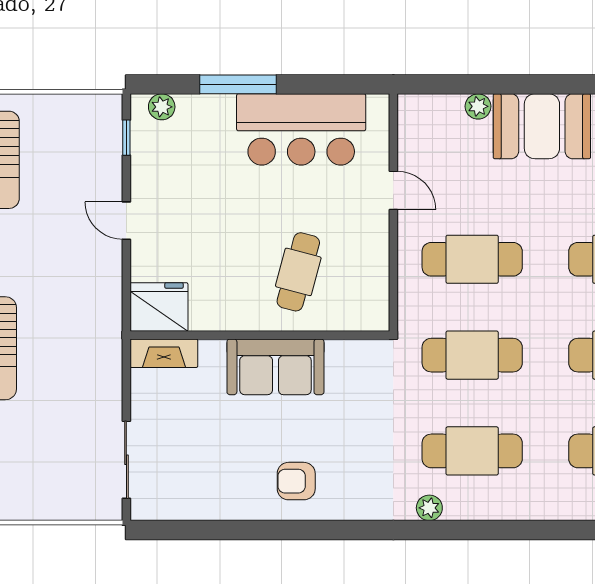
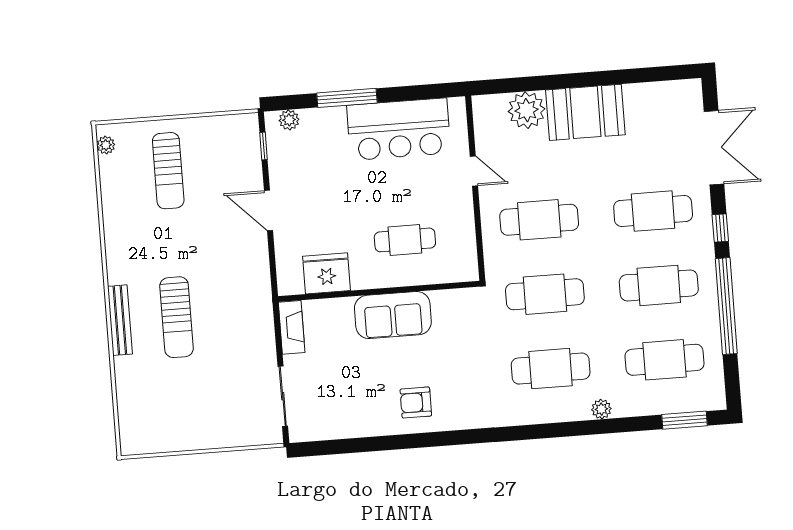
plant: (478, 106) -> (527, 110), width x1.87, depth x1.87
door: (126, 221) -> (268, 210), width x1.38
cafe table: (298, 272) -> (405, 240), turned 75
fridge: (159, 307) -> (326, 273), moved
fireplace: (164, 353) -> (292, 327), moved, turned -90
plant: (429, 508) -> (601, 409), moved

